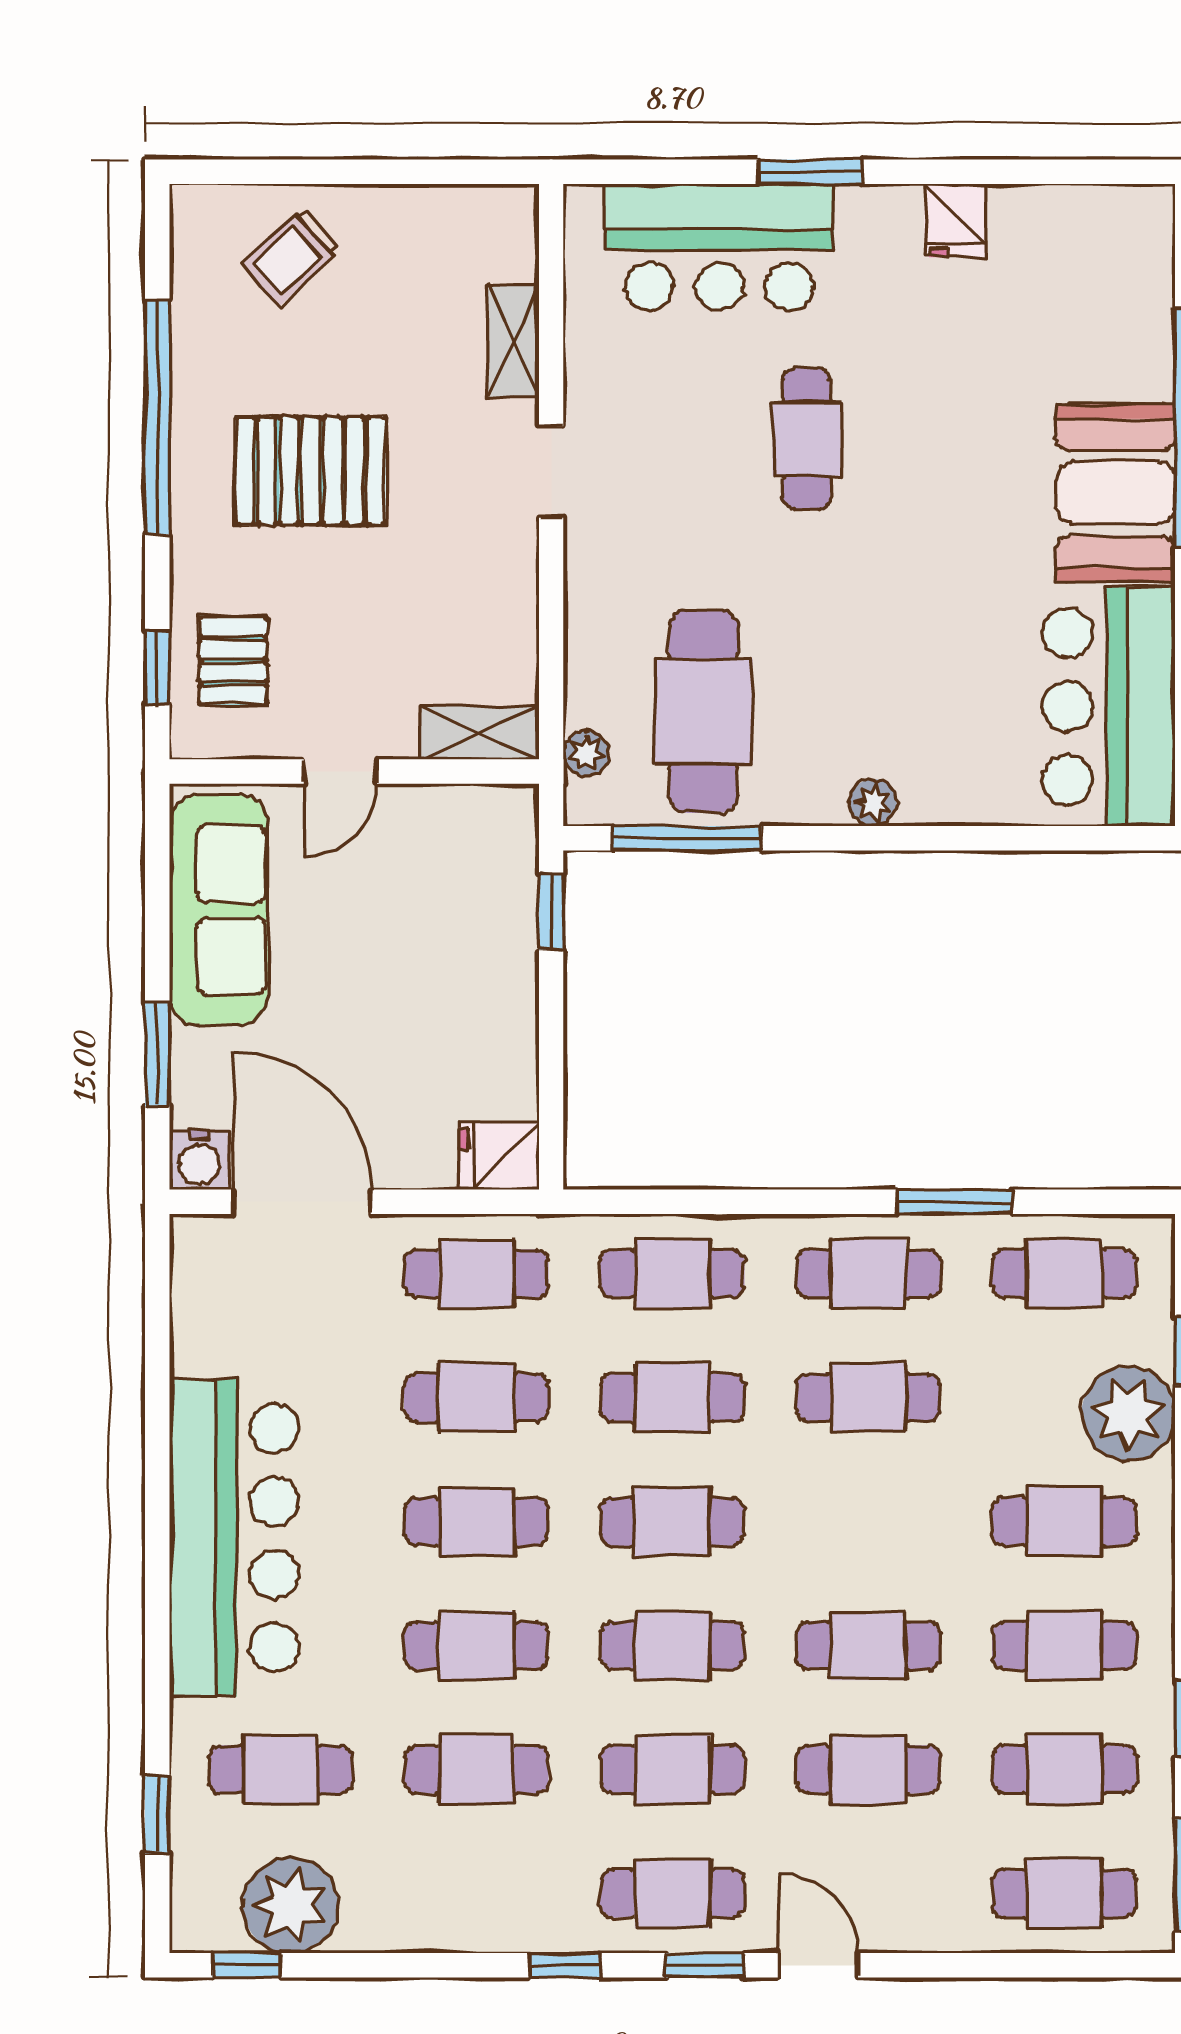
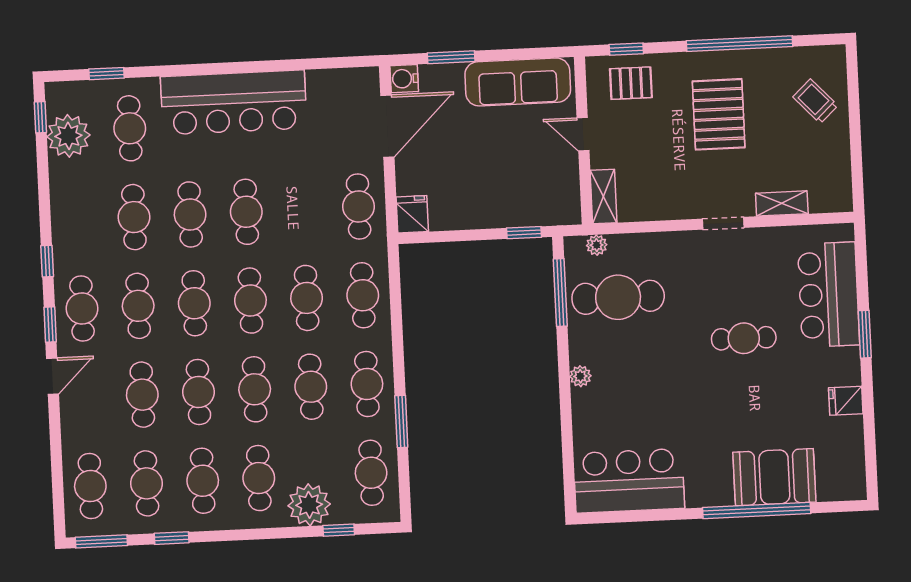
booth: (1116, 493) -> (774, 477), moved
cafe table: (476, 1398) -> (255, 389), moved

